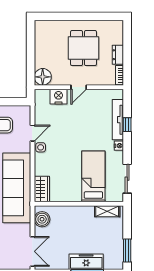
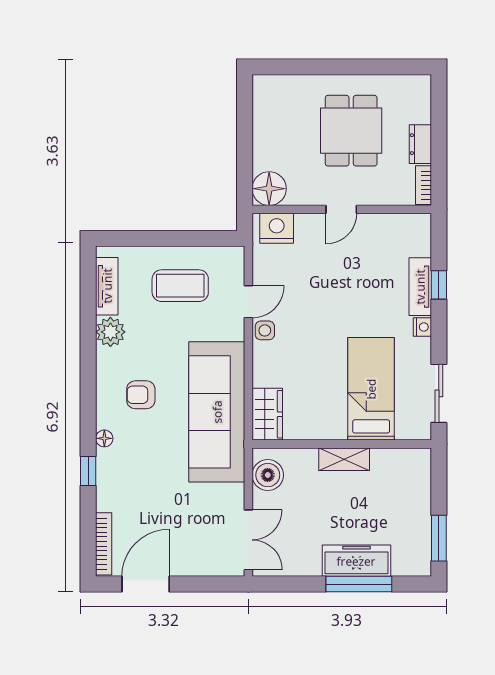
nightstand: (59, 97) -> (277, 228), moved
tv unit: (118, 120) -> (420, 287), width x0.71
shelving: (107, 211) -> (344, 459), moved

